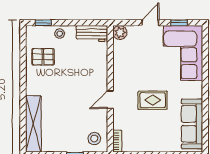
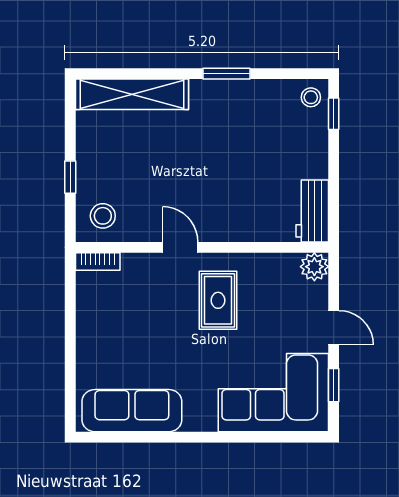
stool: (60, 34) -> (311, 97), moved
pallet: (43, 57) -> (266, 113), removed
window: (23, 77) -> (226, 74), added
rug: (153, 100) -> (218, 300), moved

